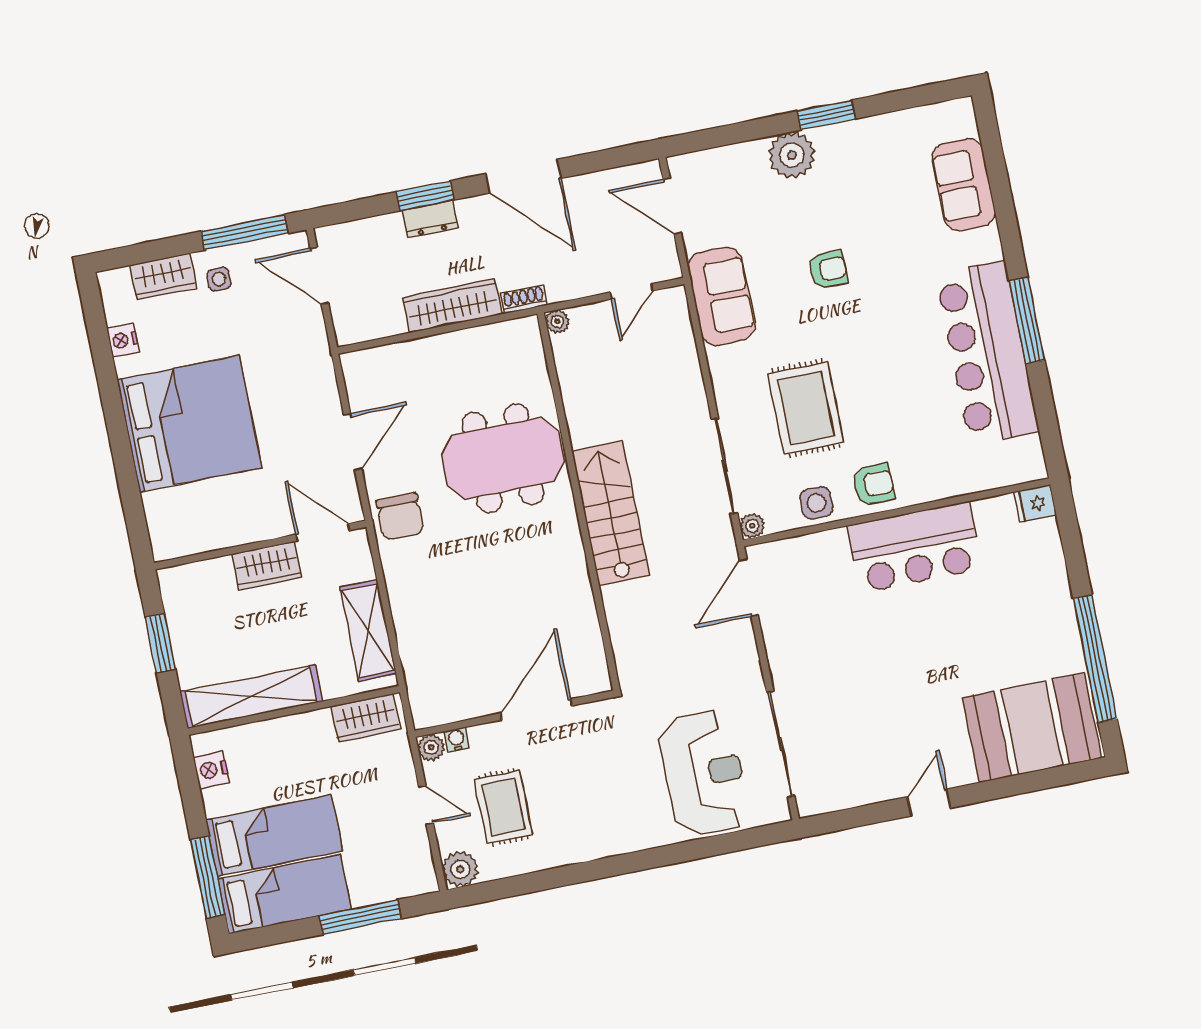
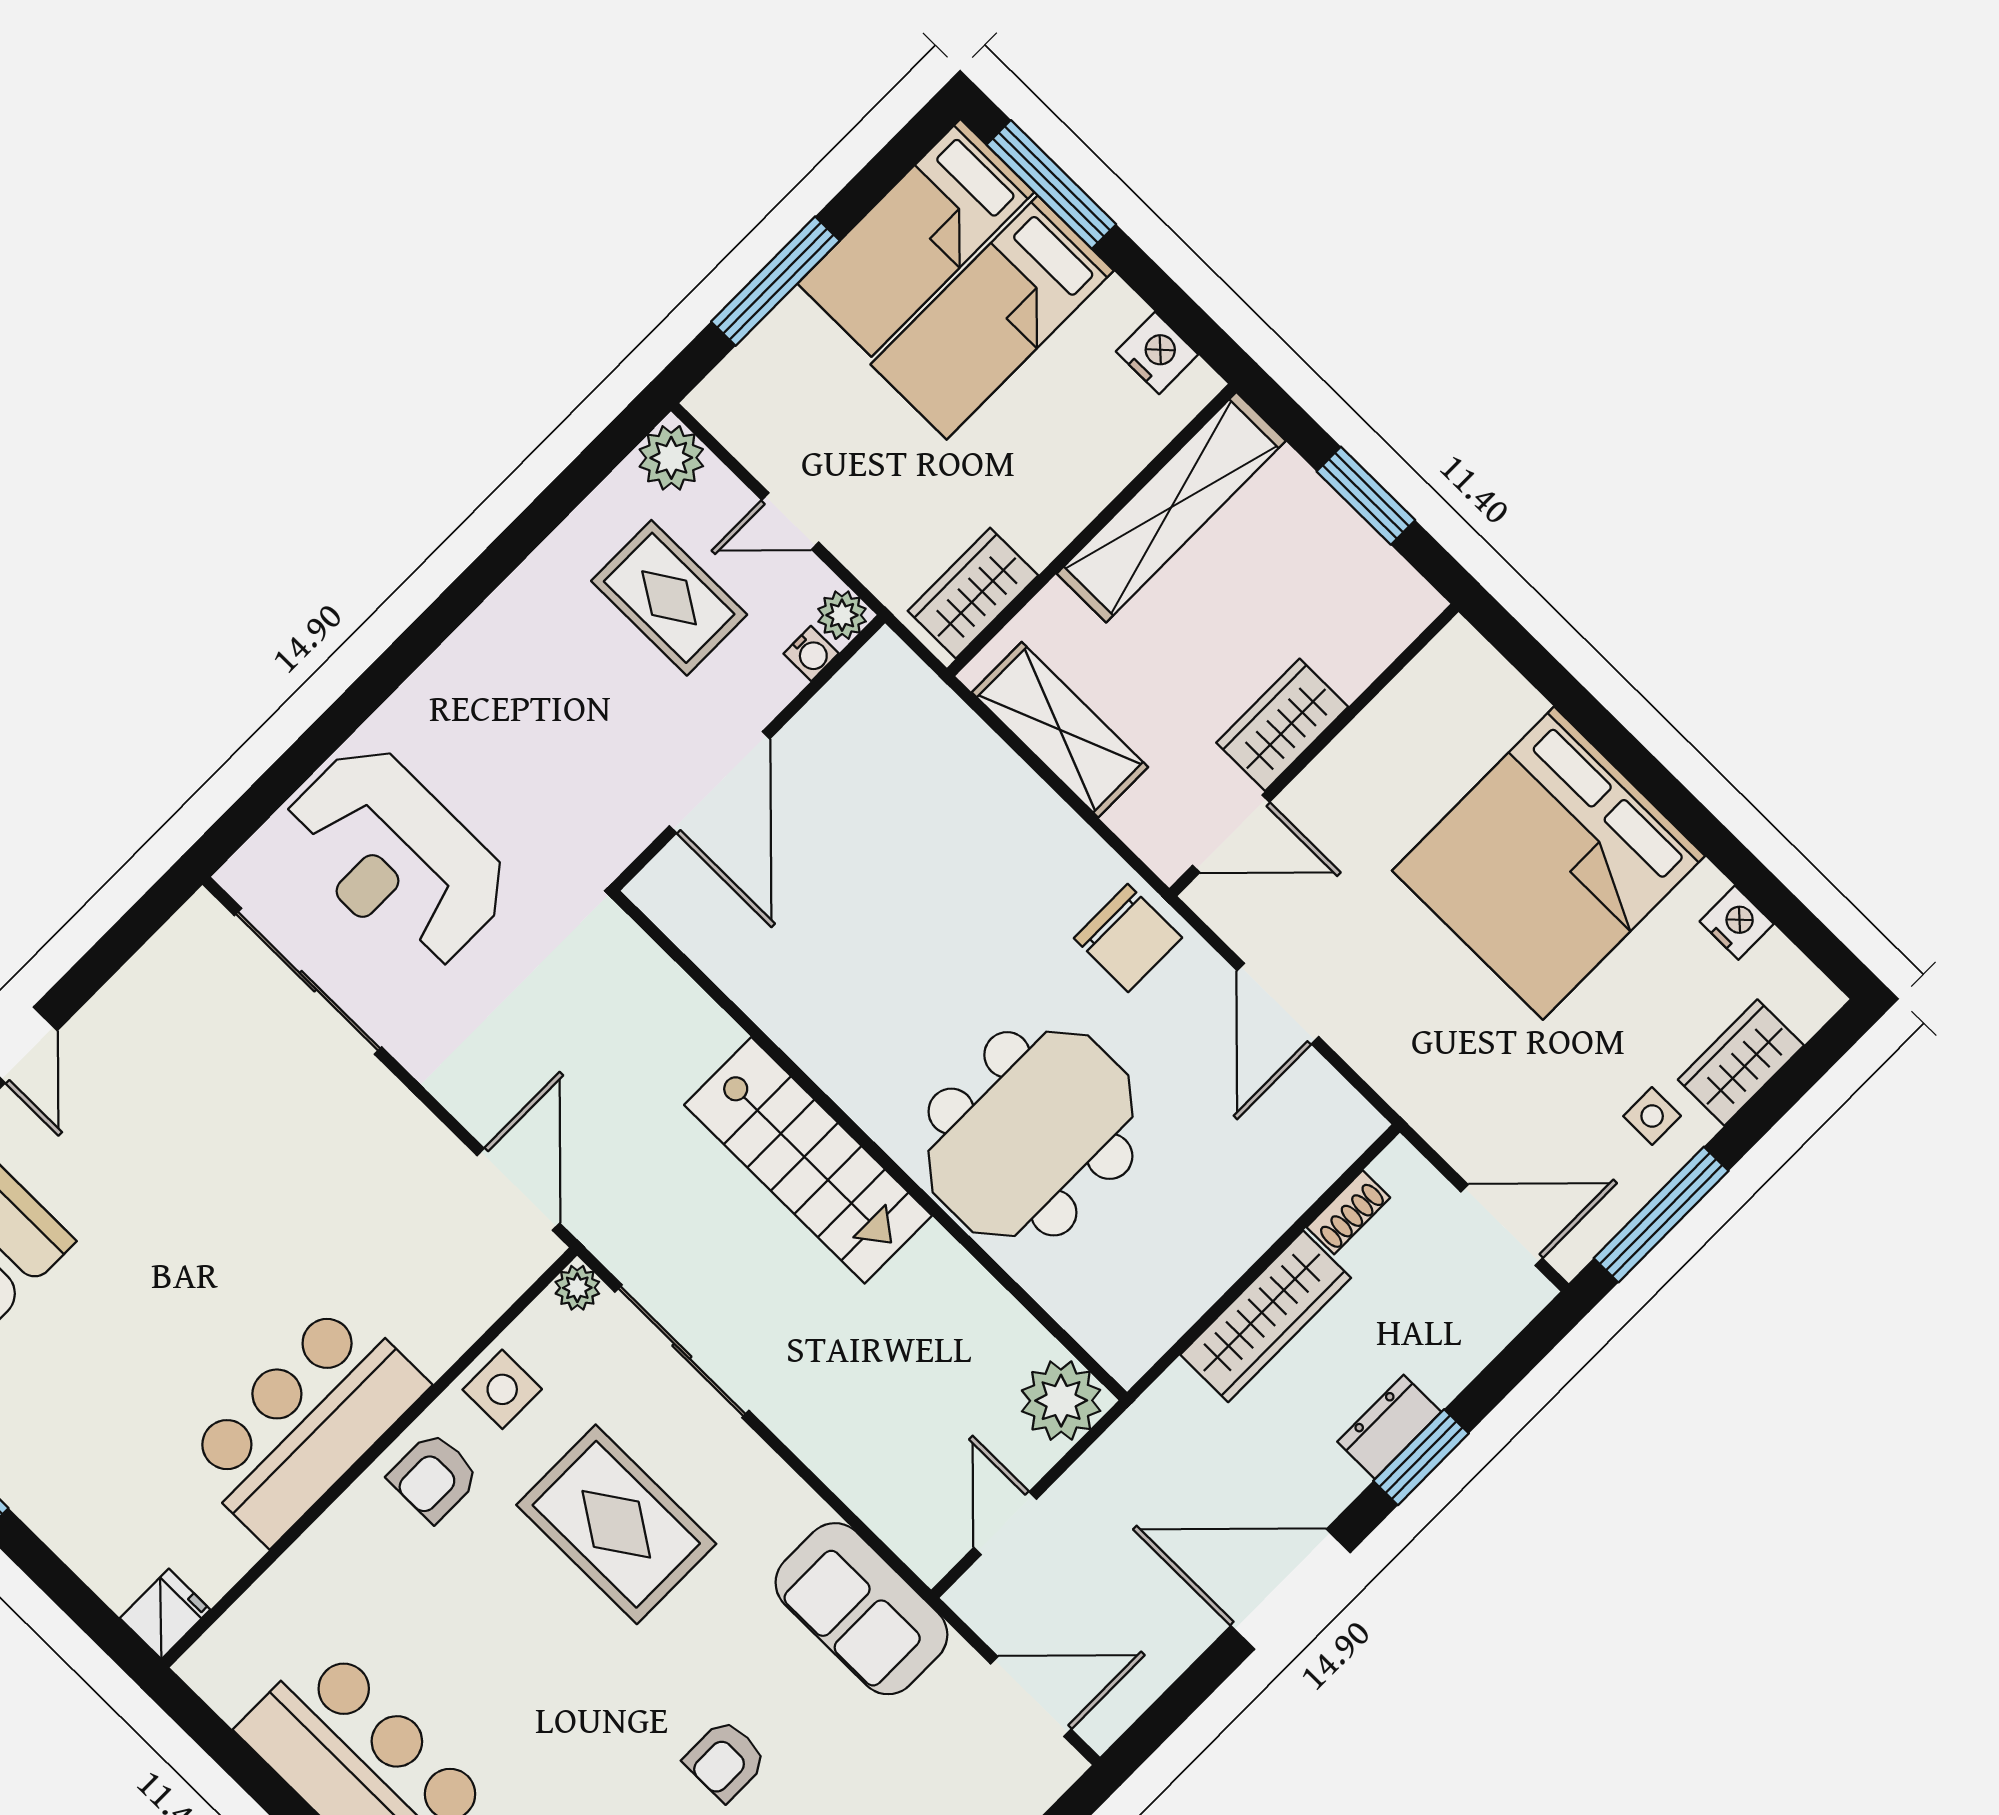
shoe rack: (524, 299) -> (1348, 1212), moved
plant: (557, 321) -> (1061, 1401), width x1.88, depth x1.88
chair: (400, 517) -> (1128, 938), turned 180

